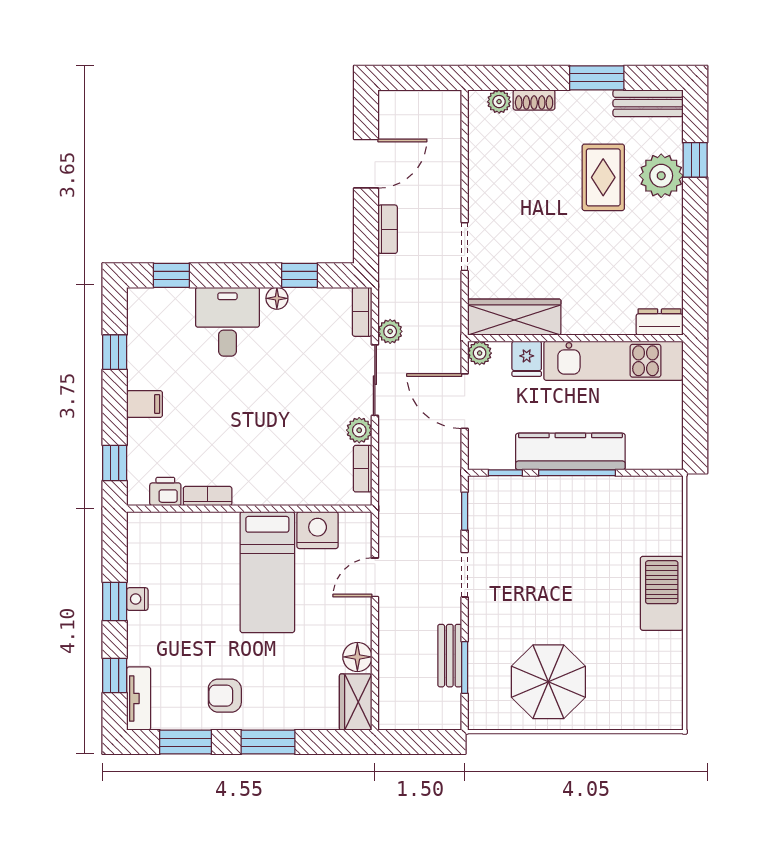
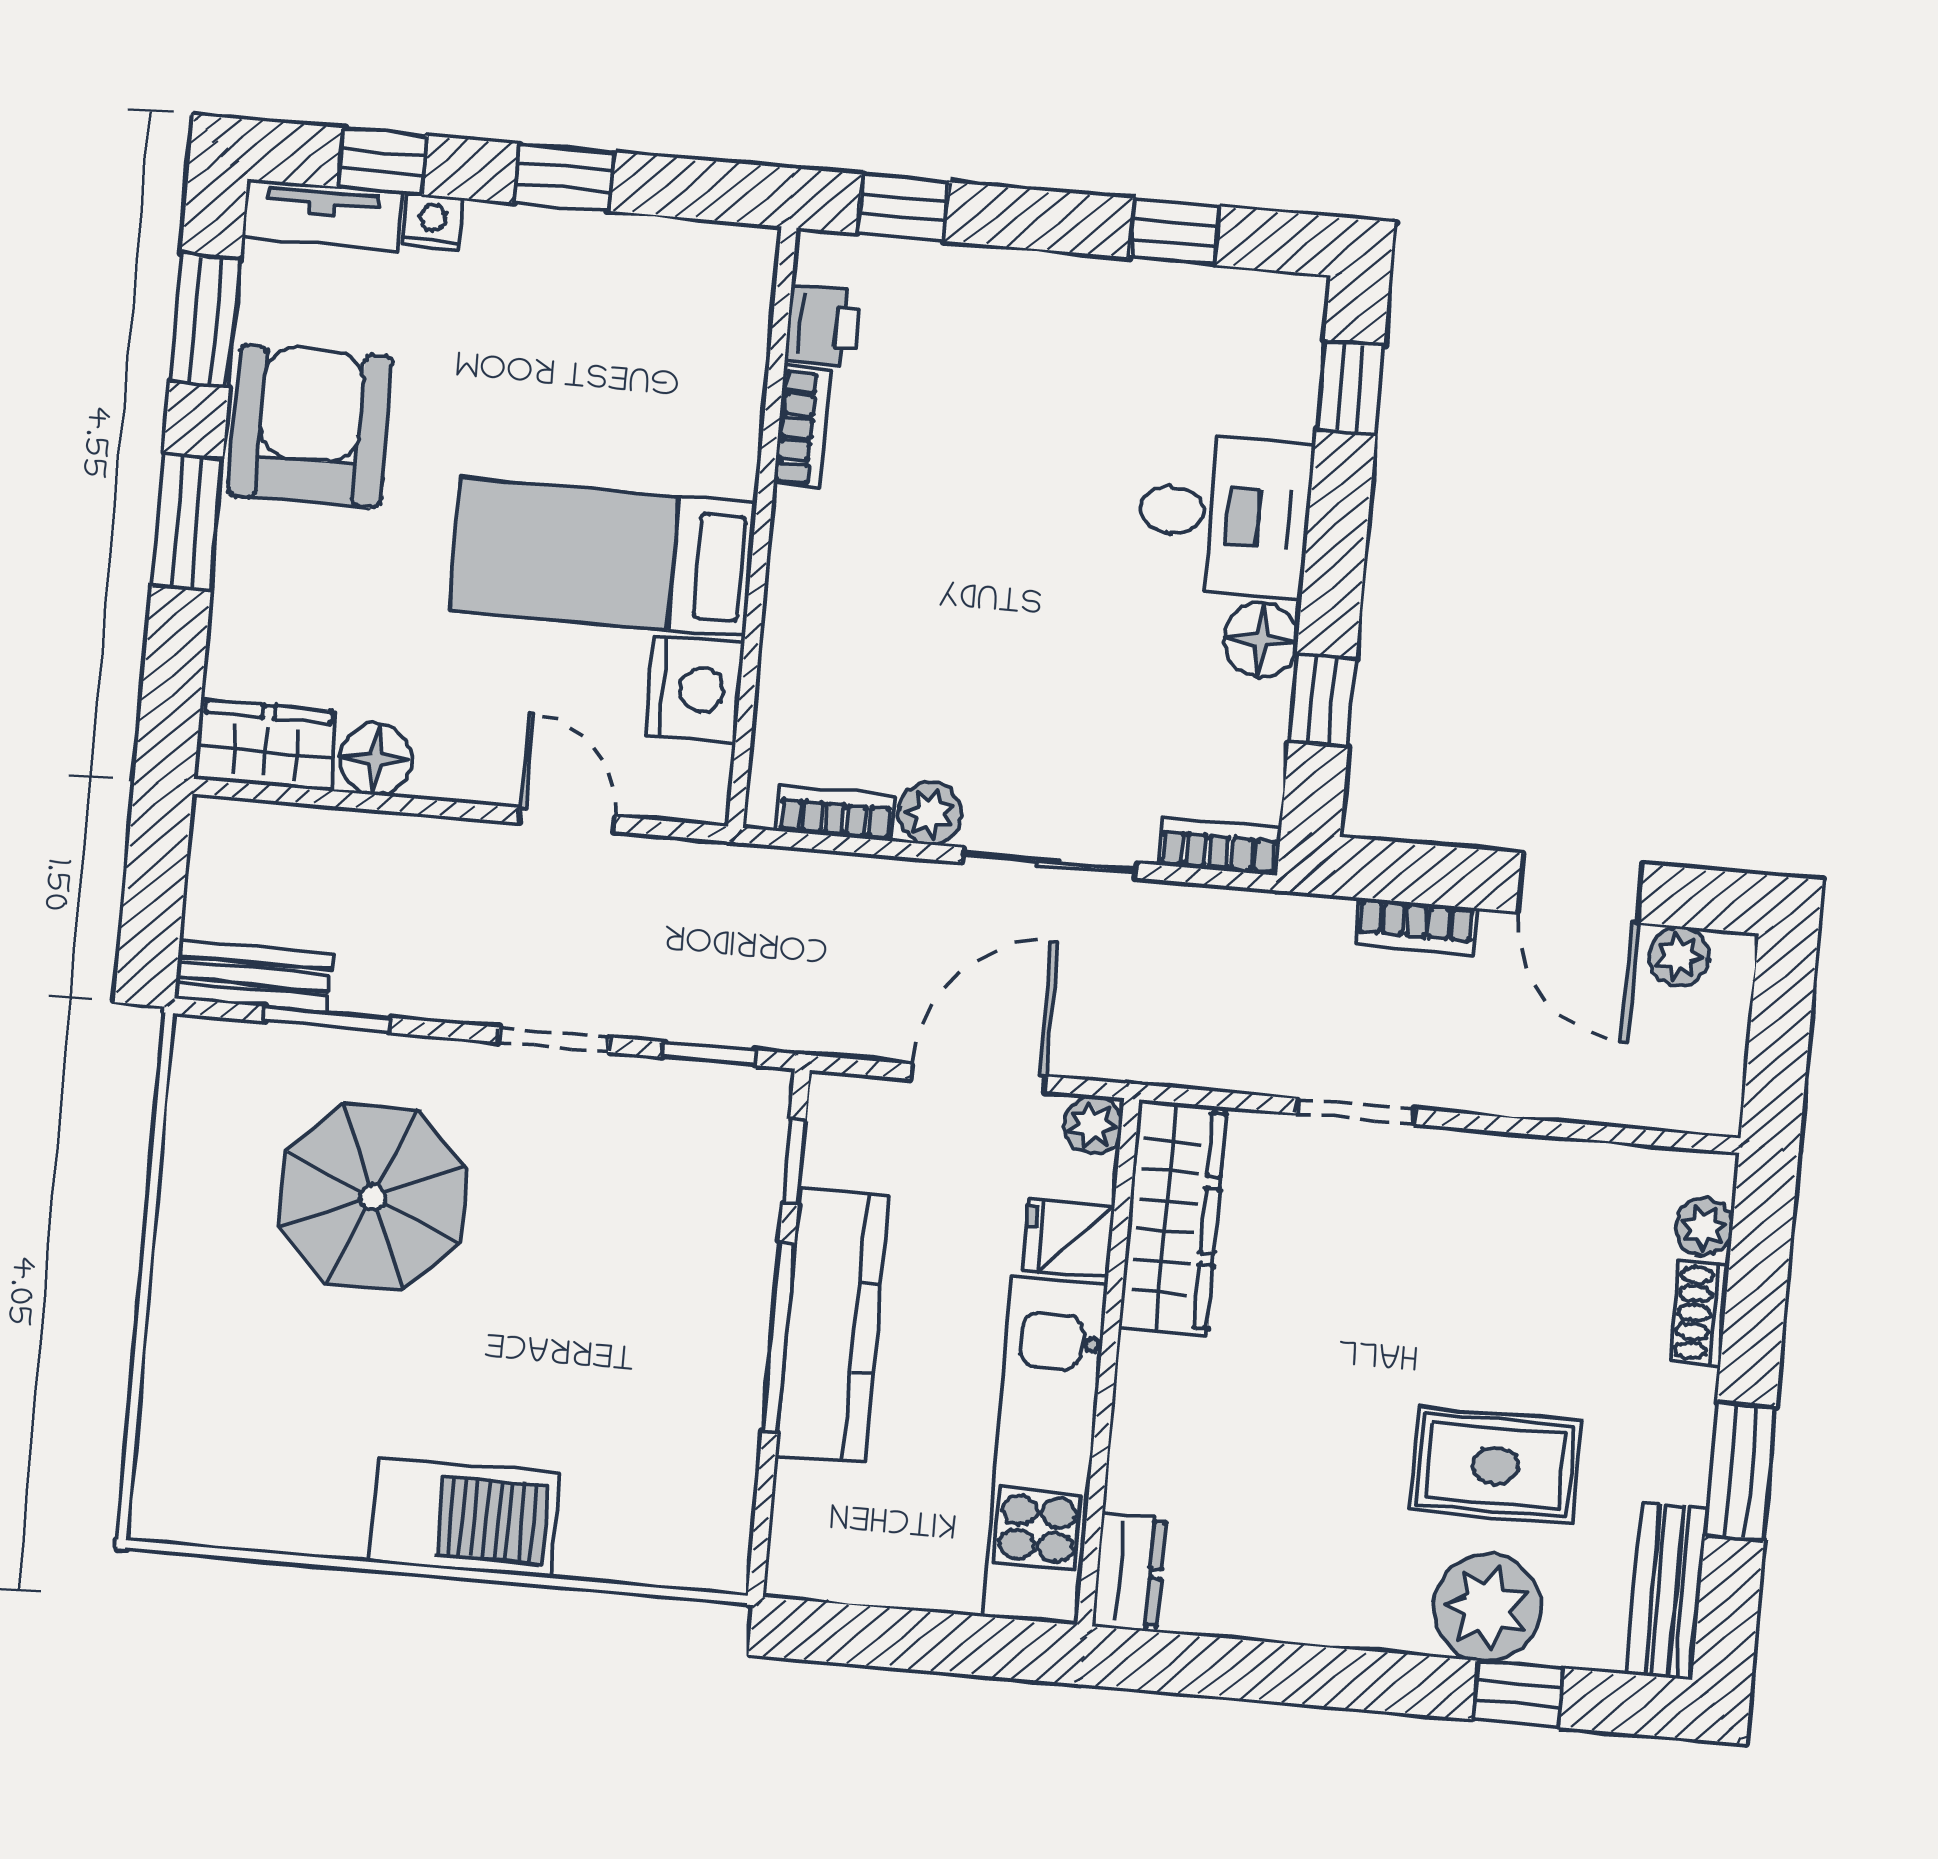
floor lamp: (277, 298) -> (1261, 640), width x1.37, depth x1.37
plant: (390, 331) -> (1679, 956), moved
filing cabinet: (145, 404) -> (1041, 294), removed
nightstand: (137, 599) -> (433, 222), moved
bench: (450, 656) -> (253, 976), moved
parasol: (548, 682) -> (373, 1197), moved
armchair: (225, 696) -> (310, 426), width x1.88, depth x1.88

